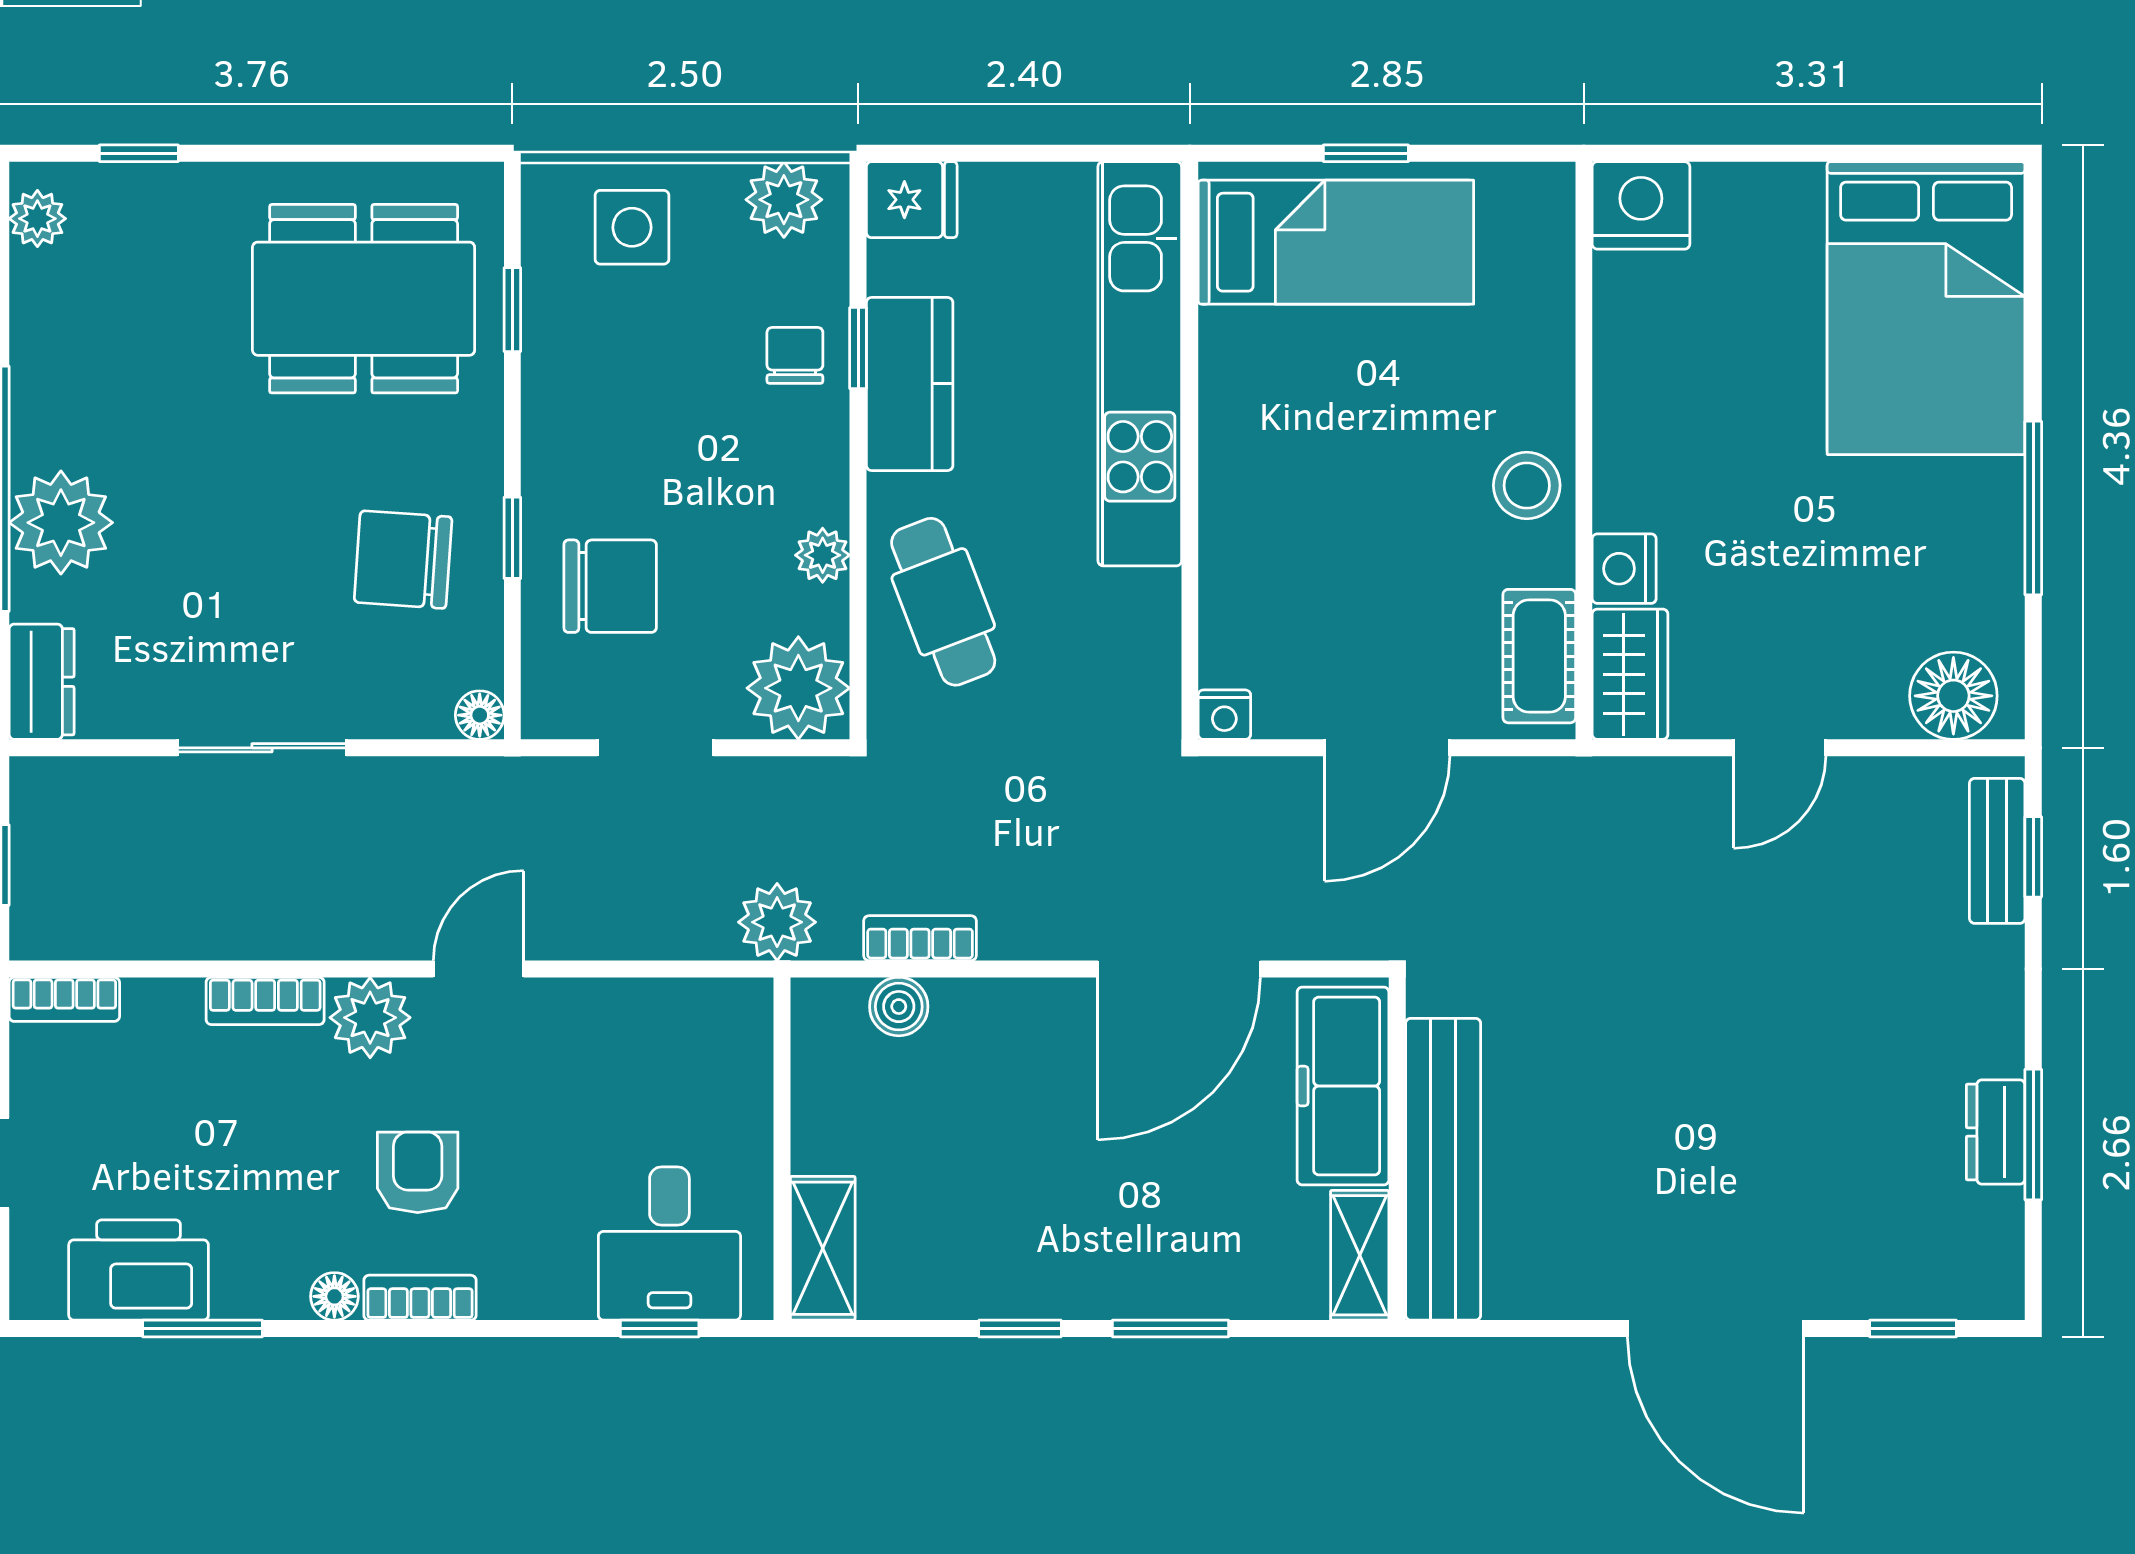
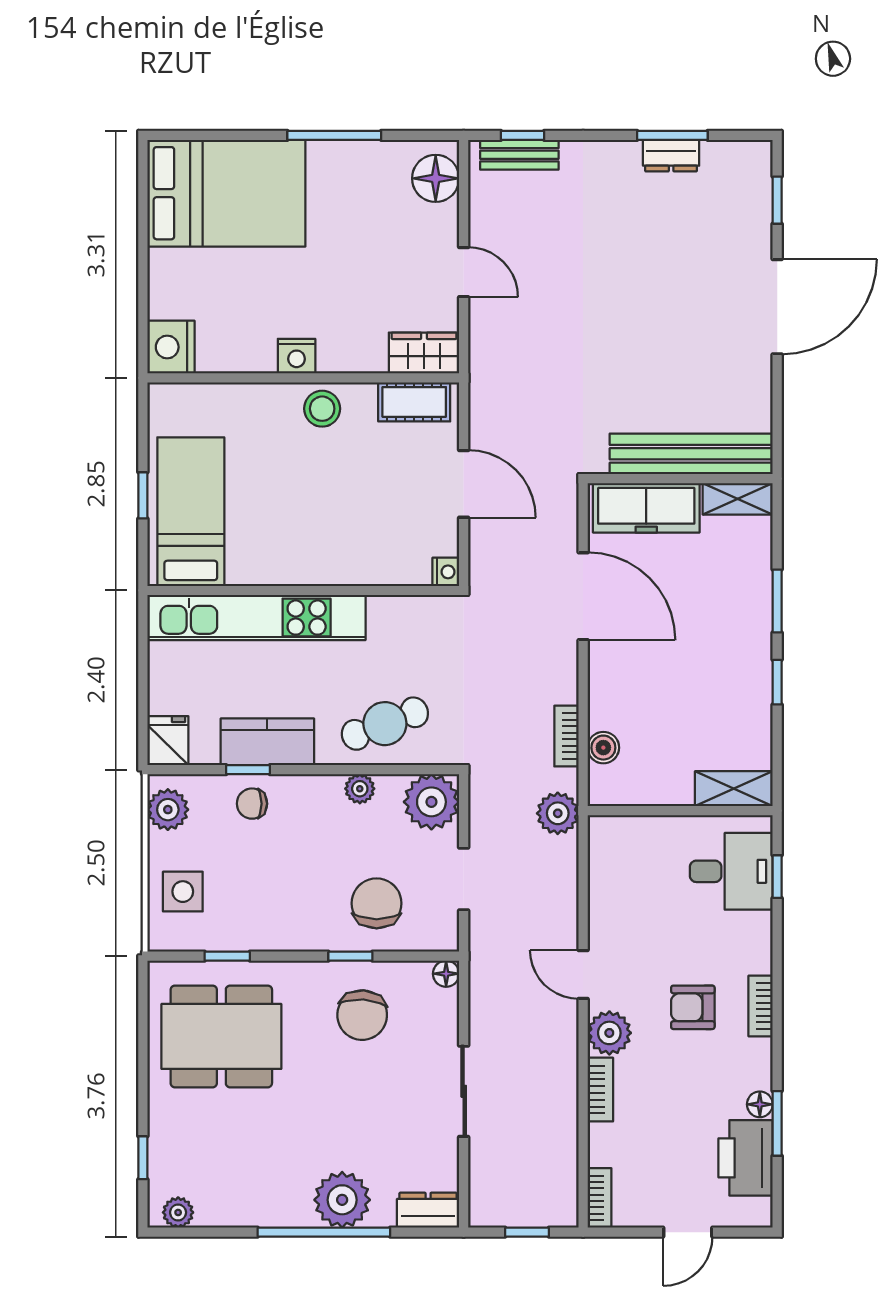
dining table: (364, 299) -> (221, 1036), turned 90
nightstand: (1624, 569) -> (297, 356), moved
floor lamp: (334, 1296) -> (760, 1104), moved

